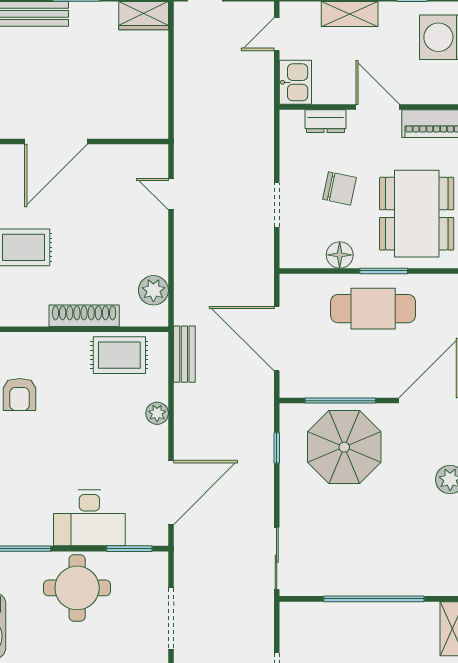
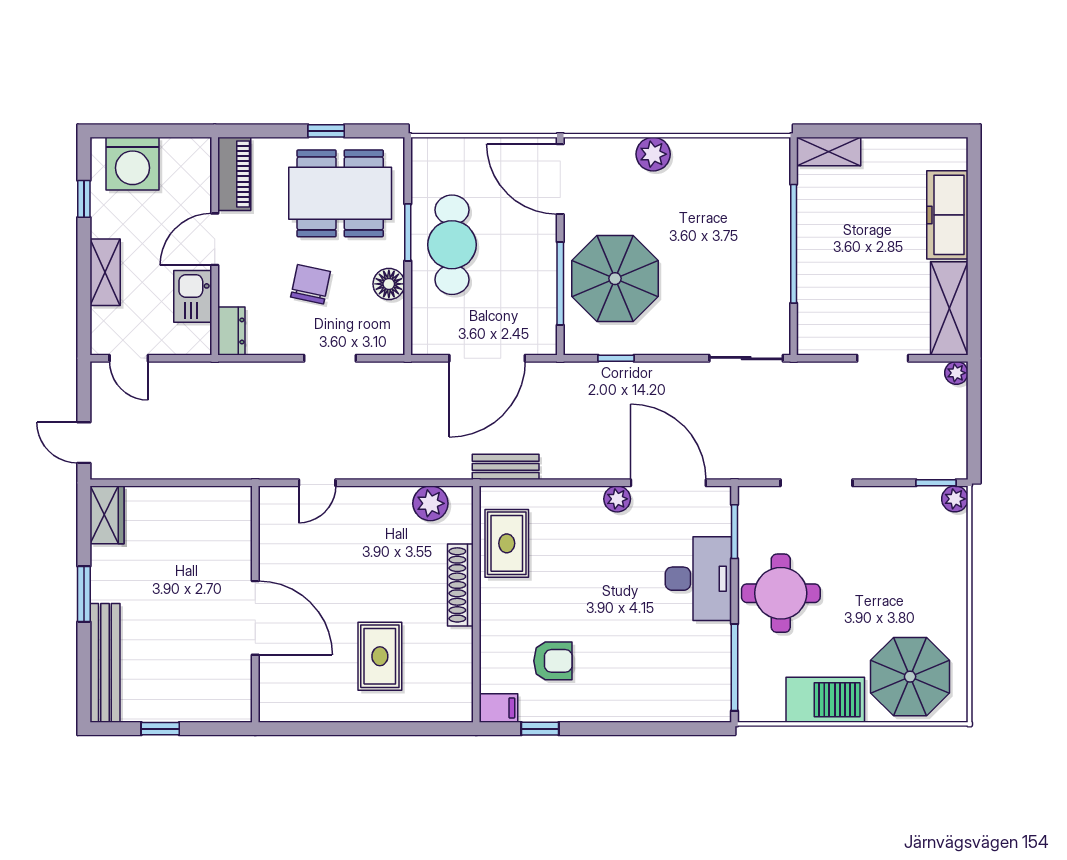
kitchen sink: (295, 82) -> (193, 296), moved, turned -90
dresser: (326, 121) -> (231, 331), moved
plant: (157, 413) -> (617, 499), moved

